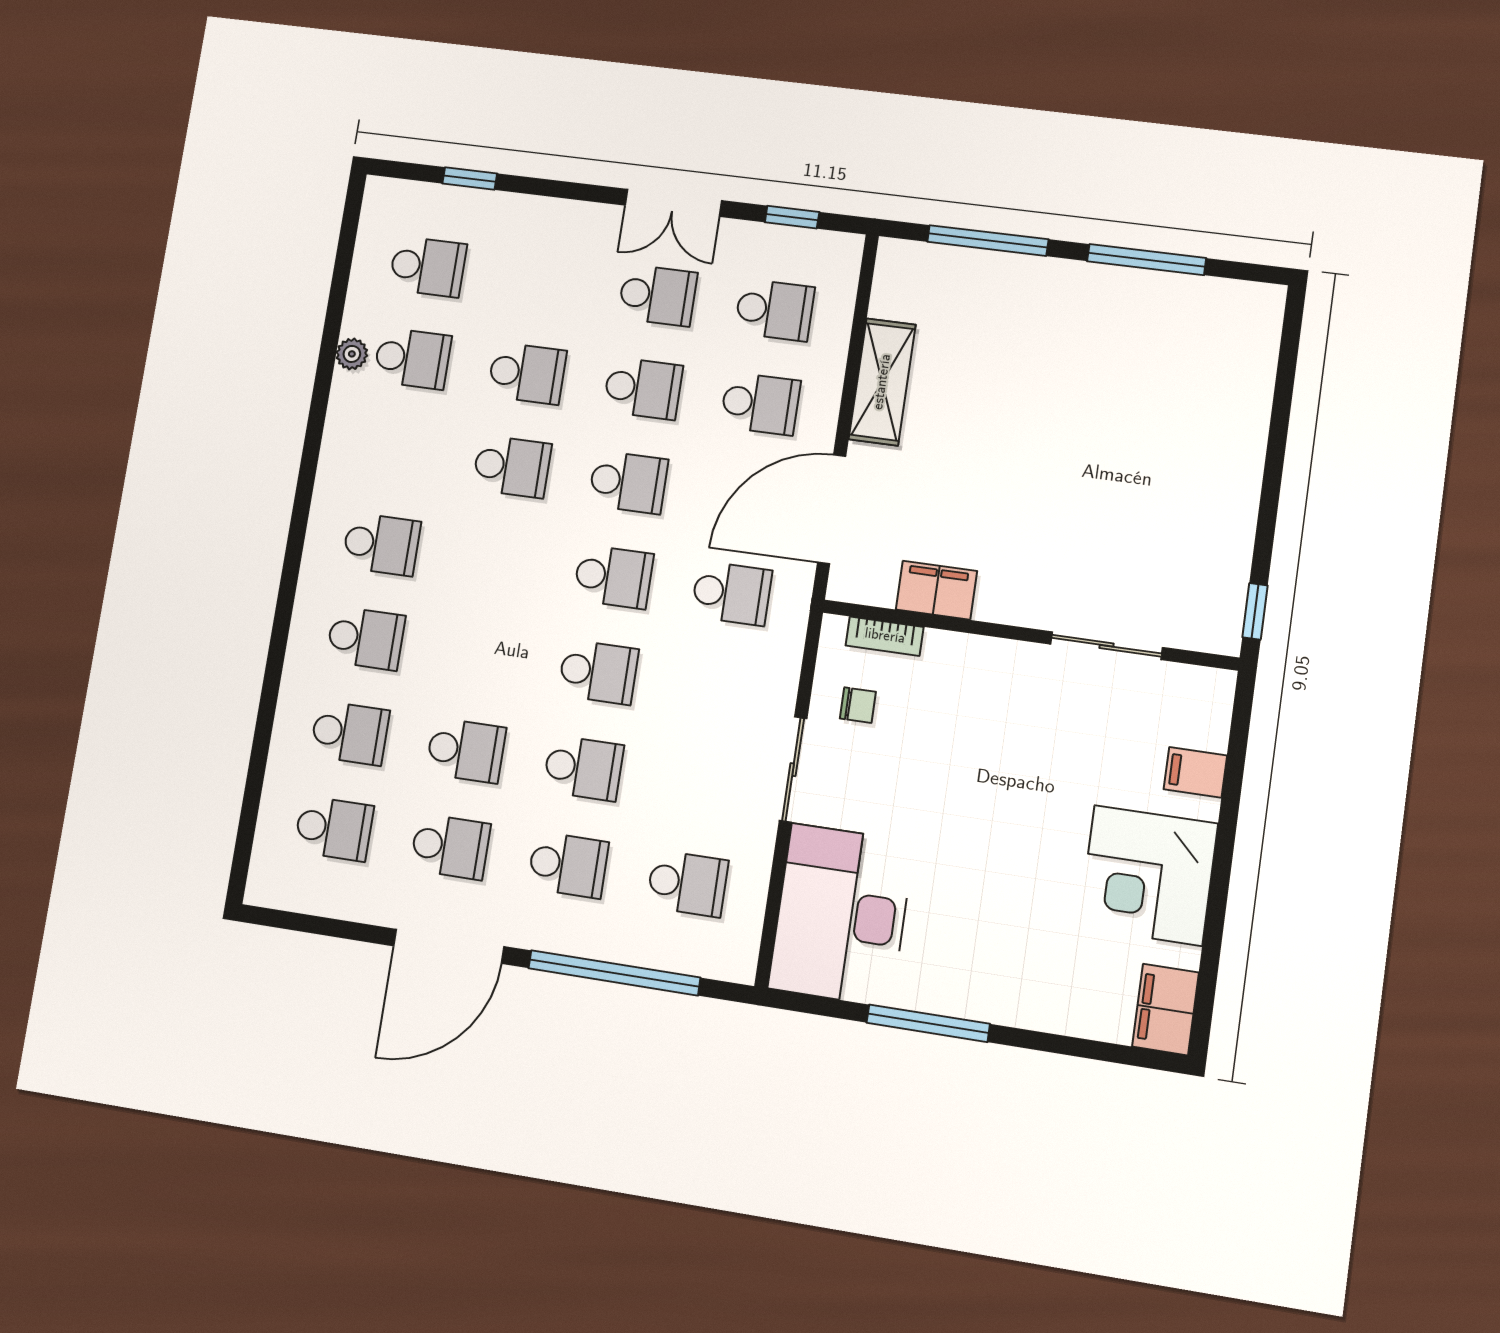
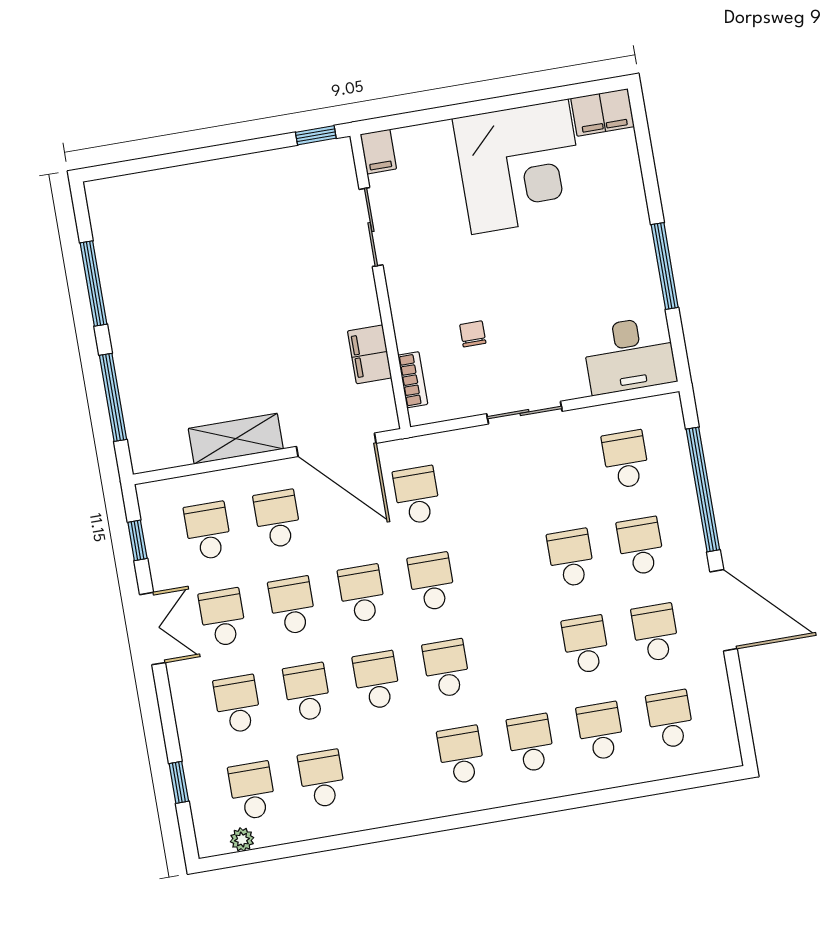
school desk: (542, 281) -> (237, 704), added
plant: (352, 354) -> (242, 840), moved
school desk: (598, 672) -> (446, 668), moved
chair: (858, 705) -> (473, 334), moved
filing cabinet: (1195, 772) -> (378, 152), moved
corner desk: (1148, 875) -> (520, 167), width x1.36, depth x1.36
desk: (841, 915) -> (629, 355), width x0.73, depth x0.77

